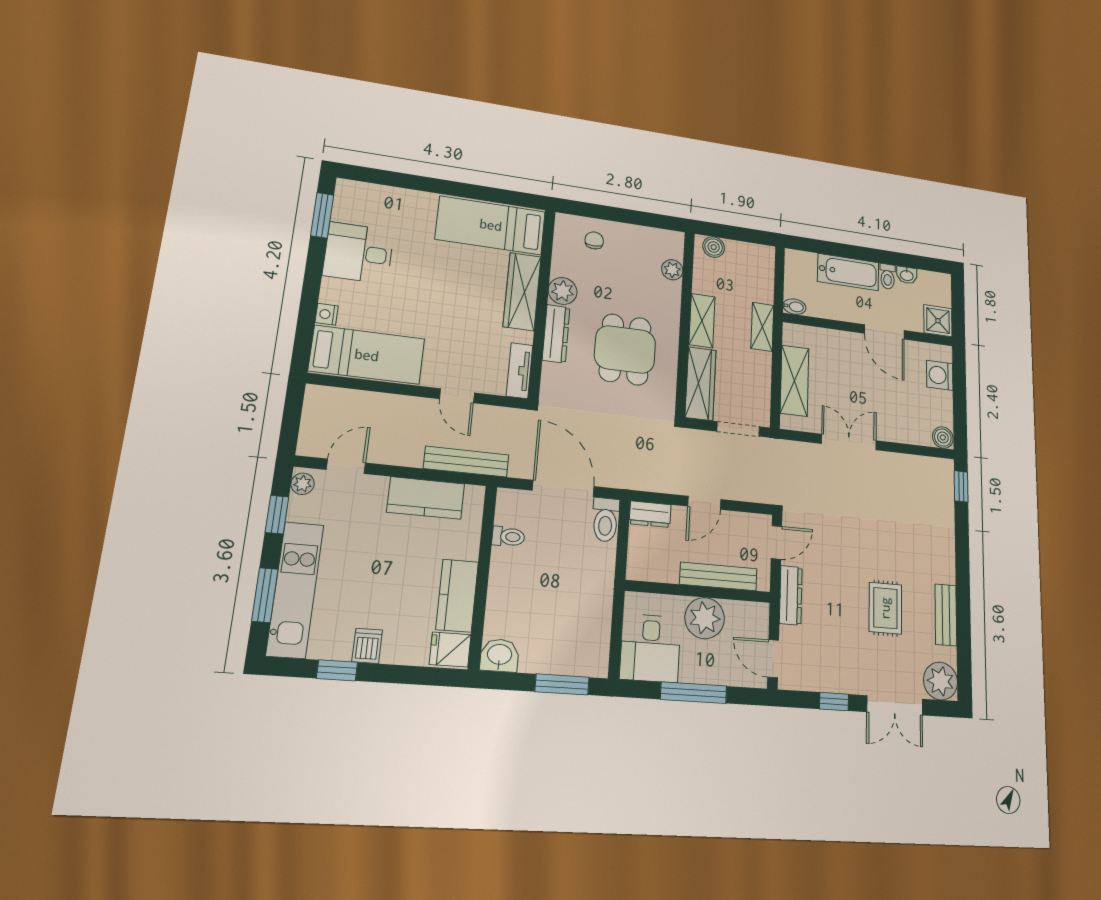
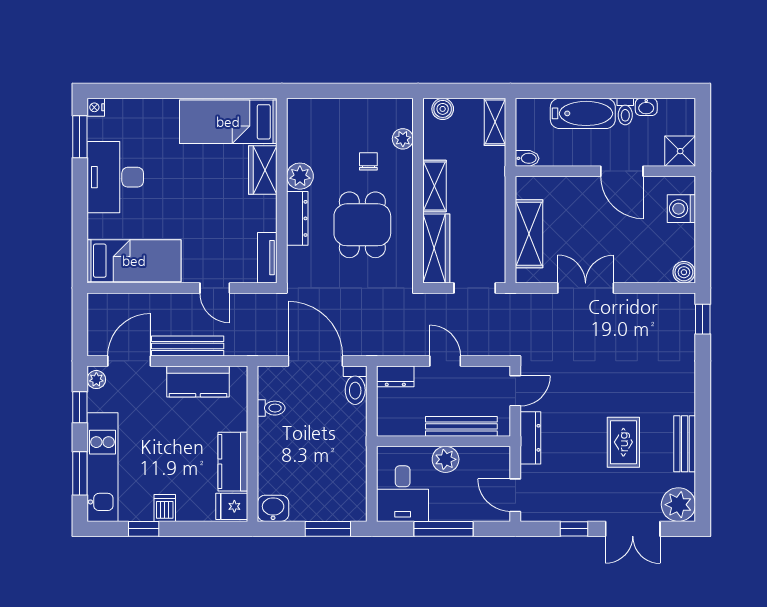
chair: (594, 240) -> (368, 161), moved
desk: (359, 253) -> (115, 177), width x1.37
wardrobe: (522, 292) -> (263, 170), width x0.67
nightstand: (327, 314) -> (96, 107), moved
shelving: (762, 327) -> (495, 122), moved
bench: (466, 462) -> (188, 346), moved
door: (346, 466) -> (129, 361), width x1.38
door: (704, 503) -> (445, 361), swing flipped
plant: (705, 618) -> (446, 459), width x0.73, depth x0.73

